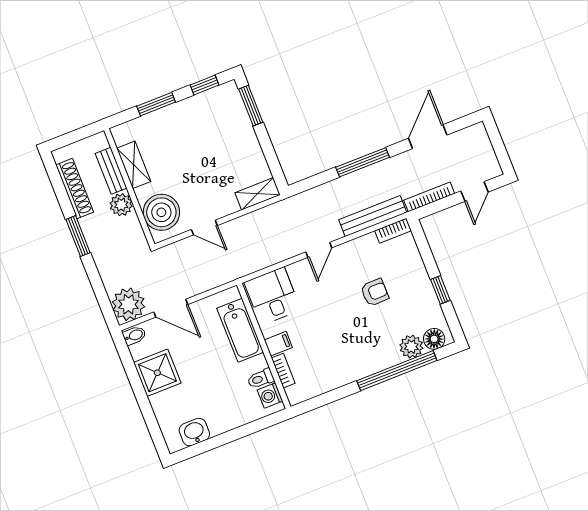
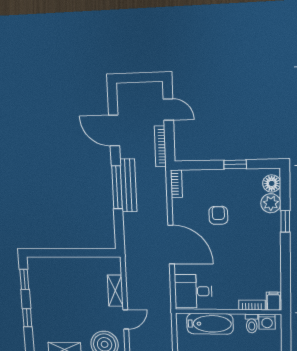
window: (156, 104) -> (27, 318), width x0.67
window: (251, 106) -> (49, 253), removed
shelving: (258, 194) -> (115, 291), moved
bench: (373, 216) -> (128, 185), moved
door: (319, 250) -> (171, 245), width x1.88
filing cabinet: (278, 344) -> (274, 301), moved
window: (397, 371) -> (285, 221), width x0.32

